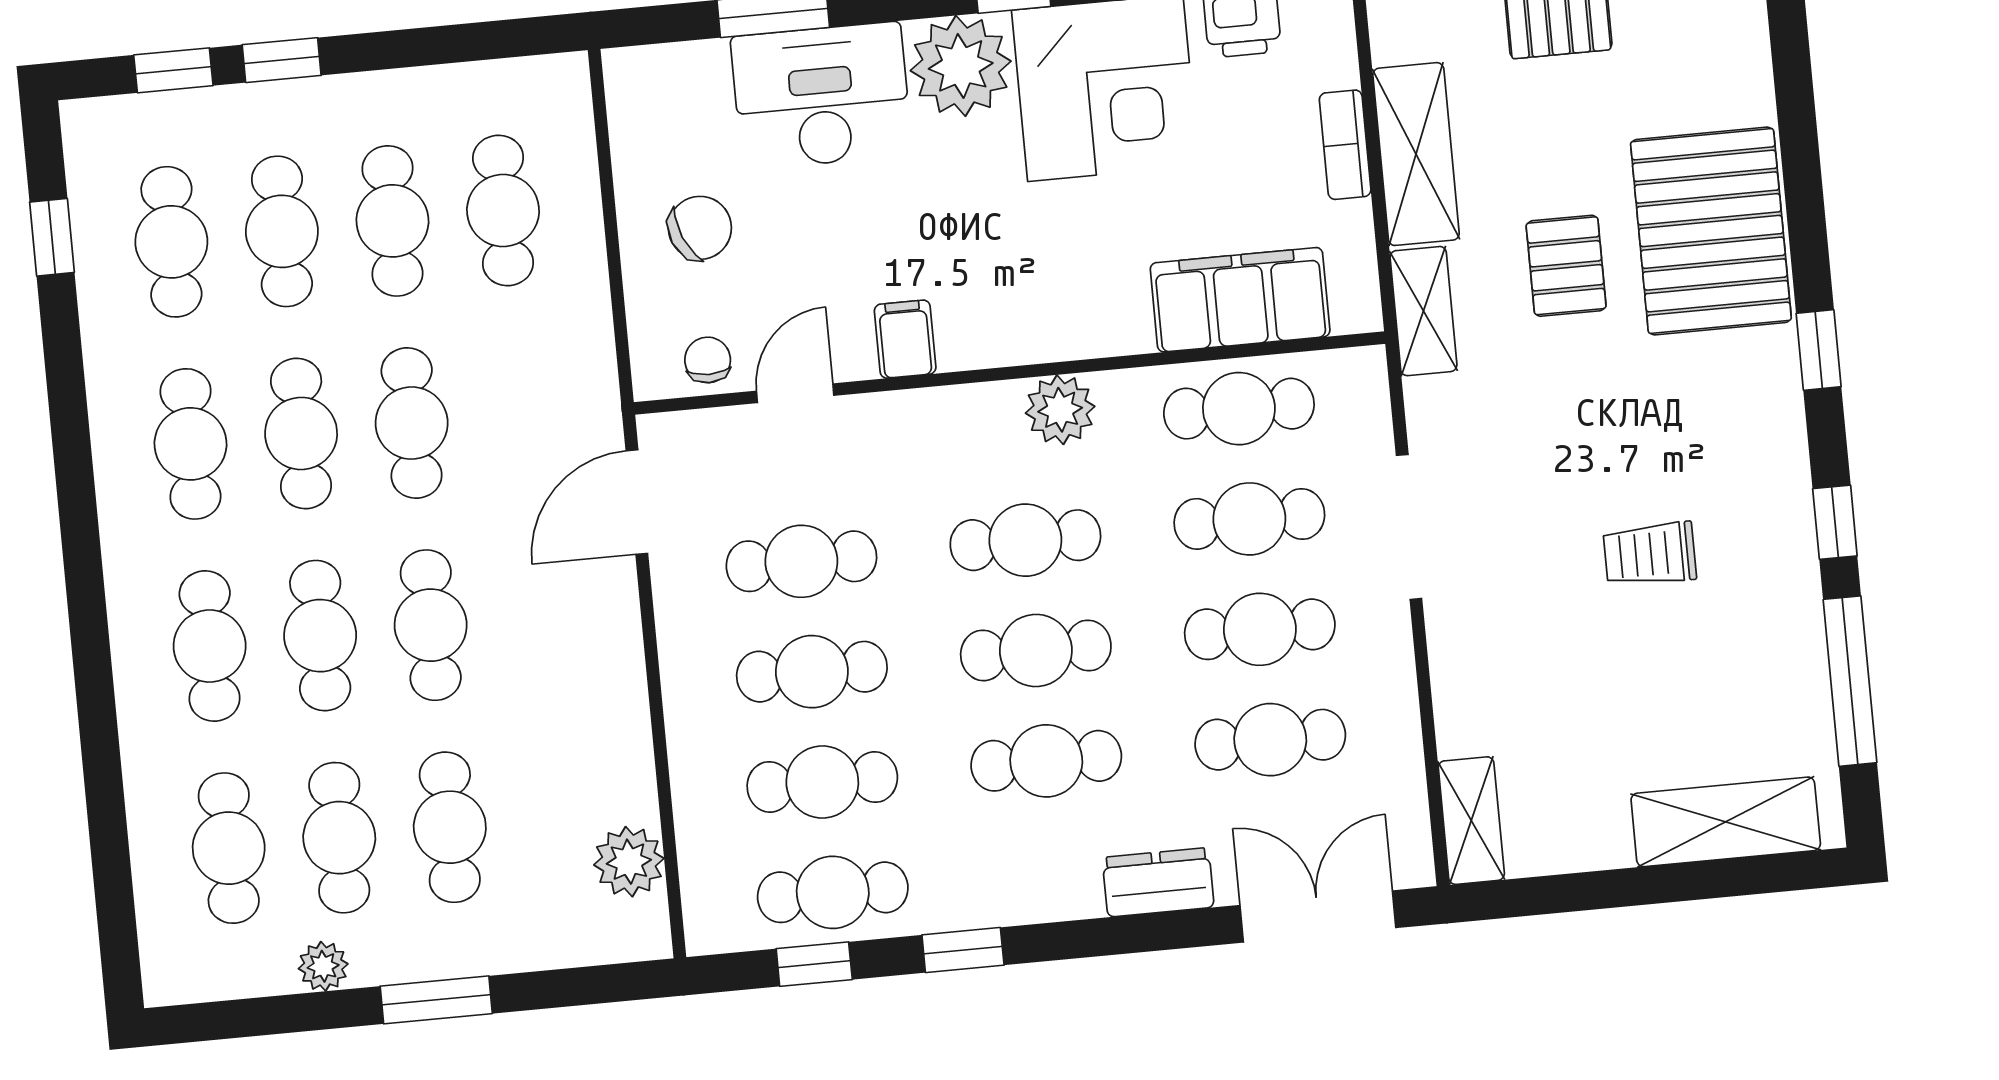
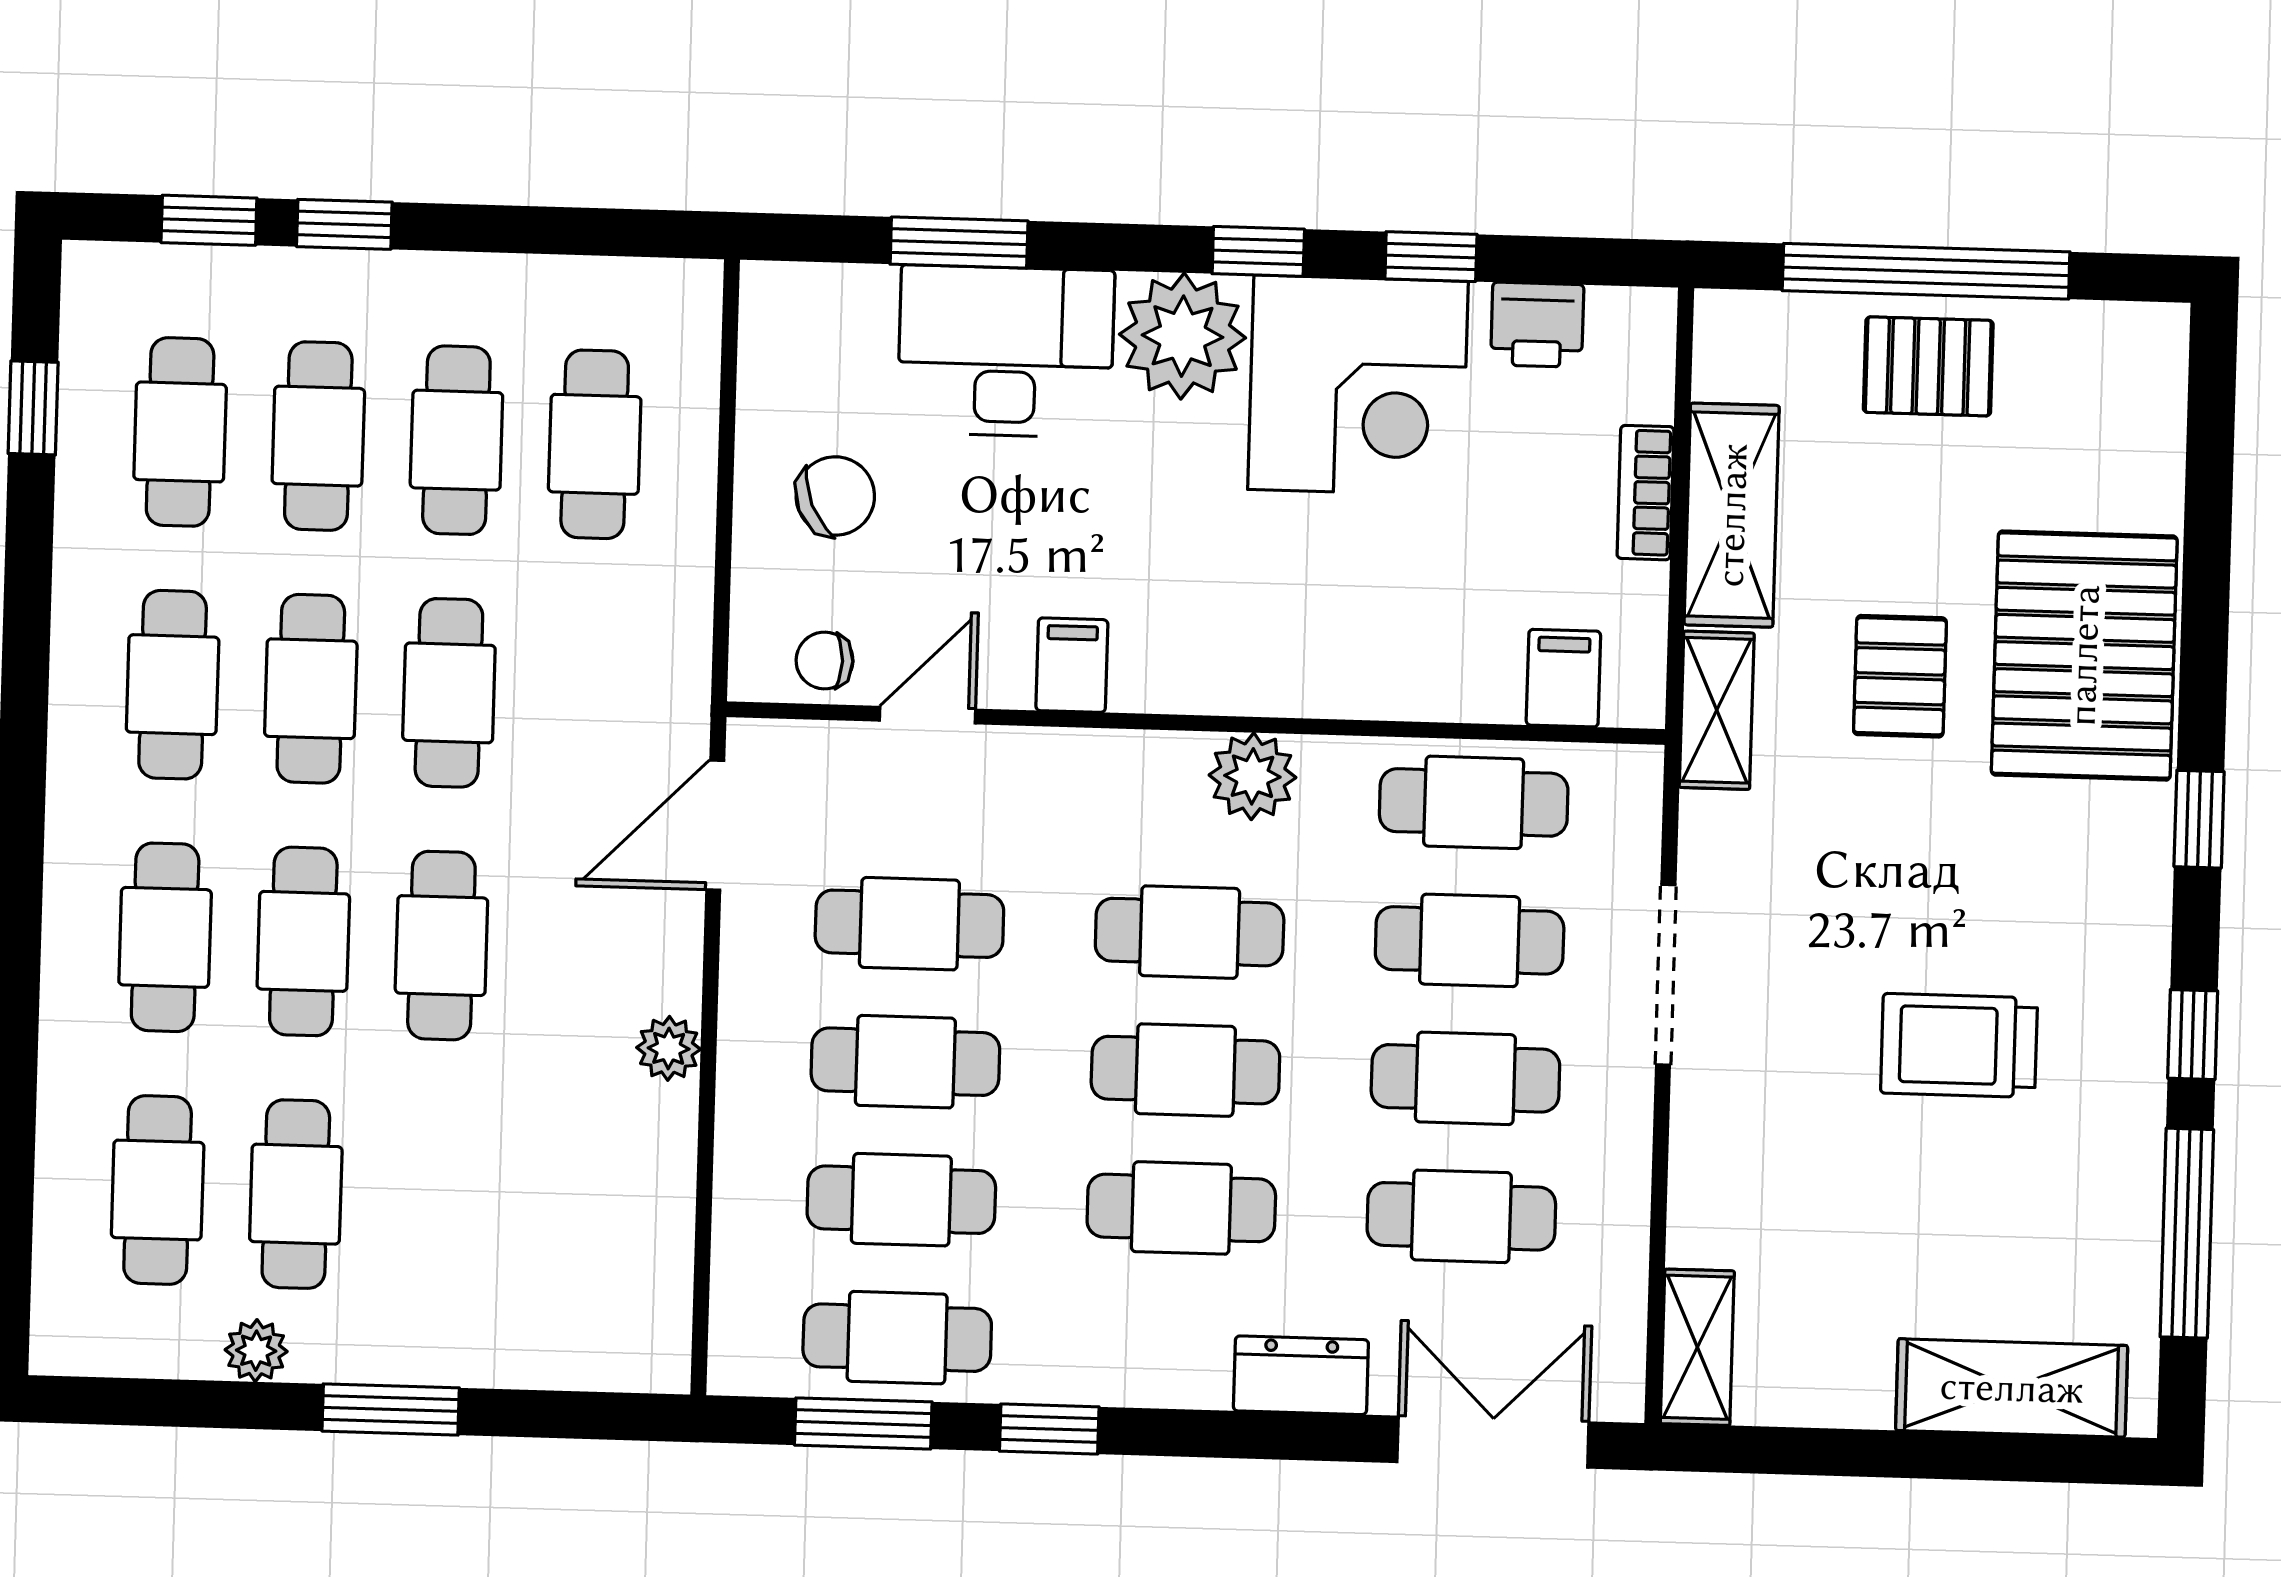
filing cabinet: (1240, 300) -> (1563, 678), width x0.33, depth x0.86
chair: (708, 360) -> (824, 661), turned -90
trolley: (1650, 554) -> (1959, 1045), width x1.36, depth x1.39
cafe table: (450, 827) -> (434, 1198), removed
plant: (629, 862) -> (669, 1048), moved, width x0.73, depth x0.73
window: (814, 964) -> (863, 1423), width x1.50

